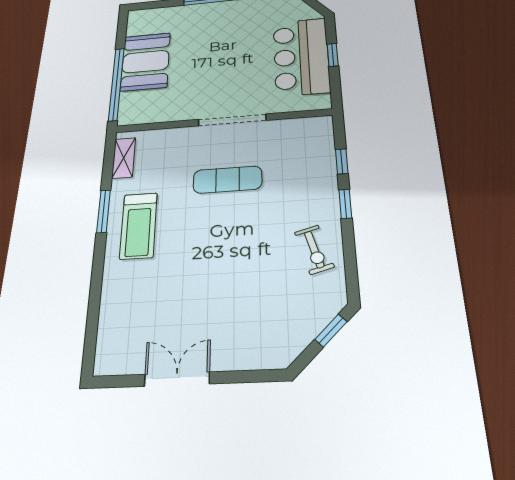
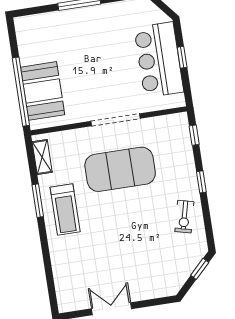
booth: (146, 62) -> (43, 91), moved
window: (342, 161) -> (194, 135), moved
exercise mat: (227, 180) -> (120, 169), width x2.00, depth x1.45
exercise bike: (314, 250) -> (184, 217), turned 30

